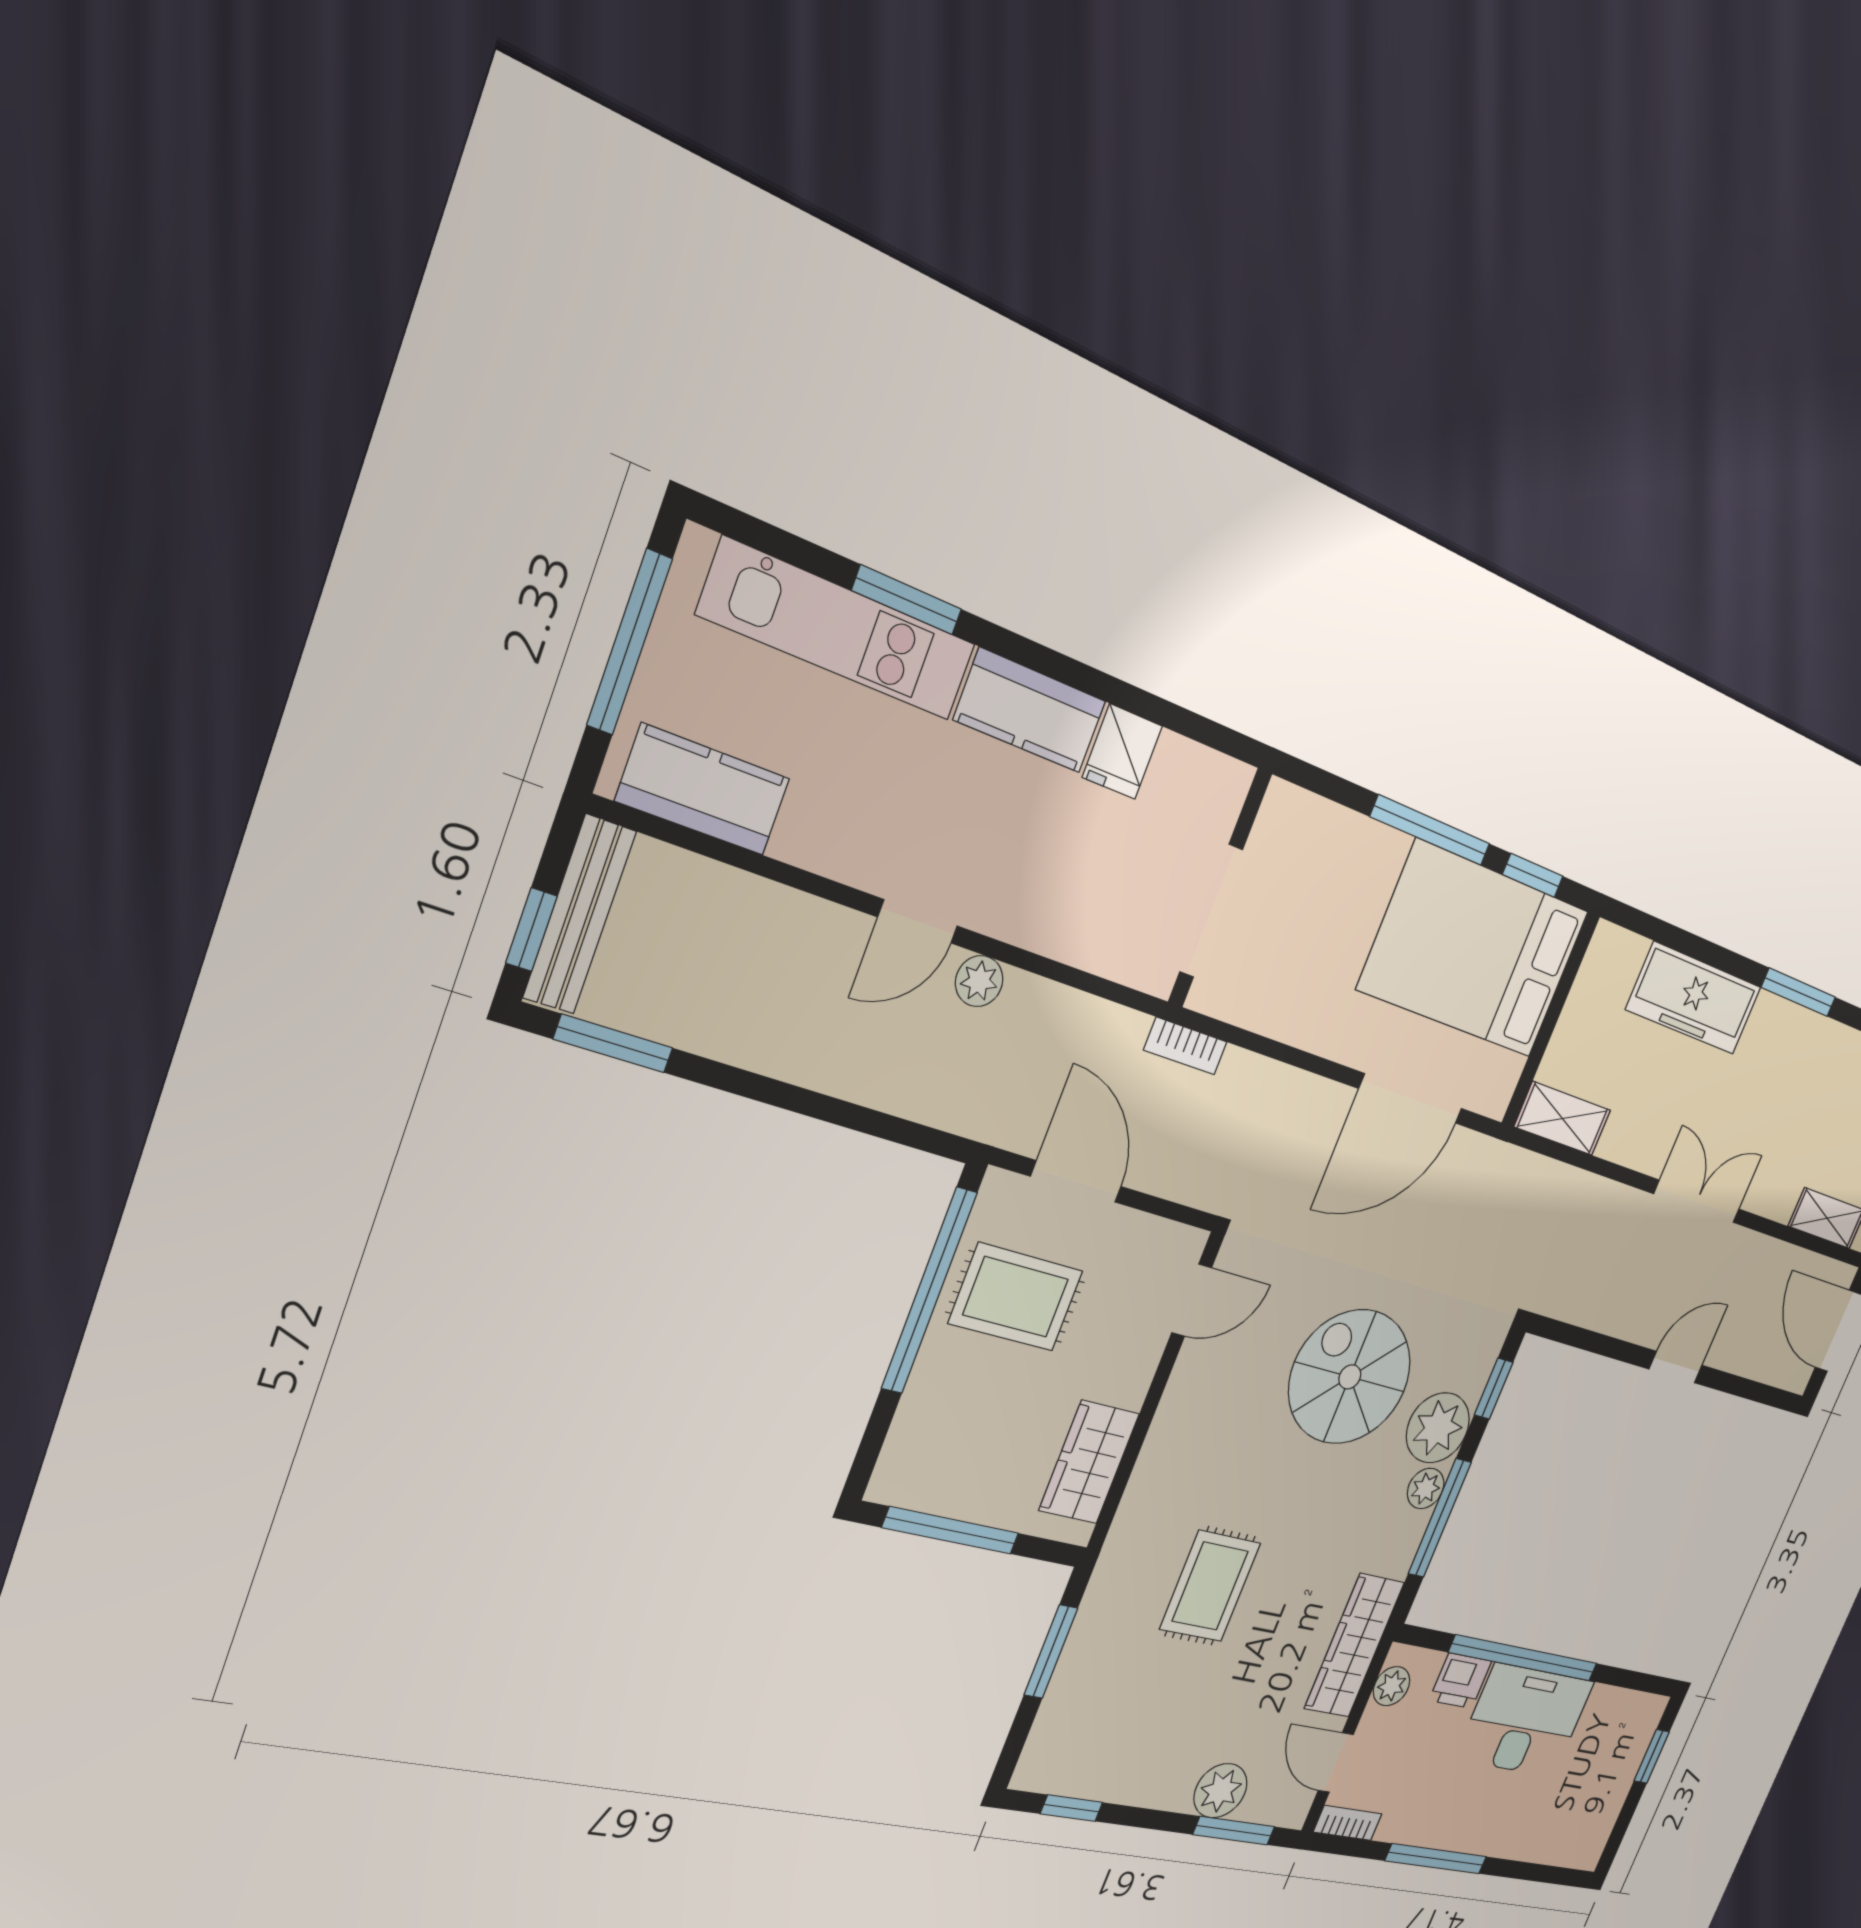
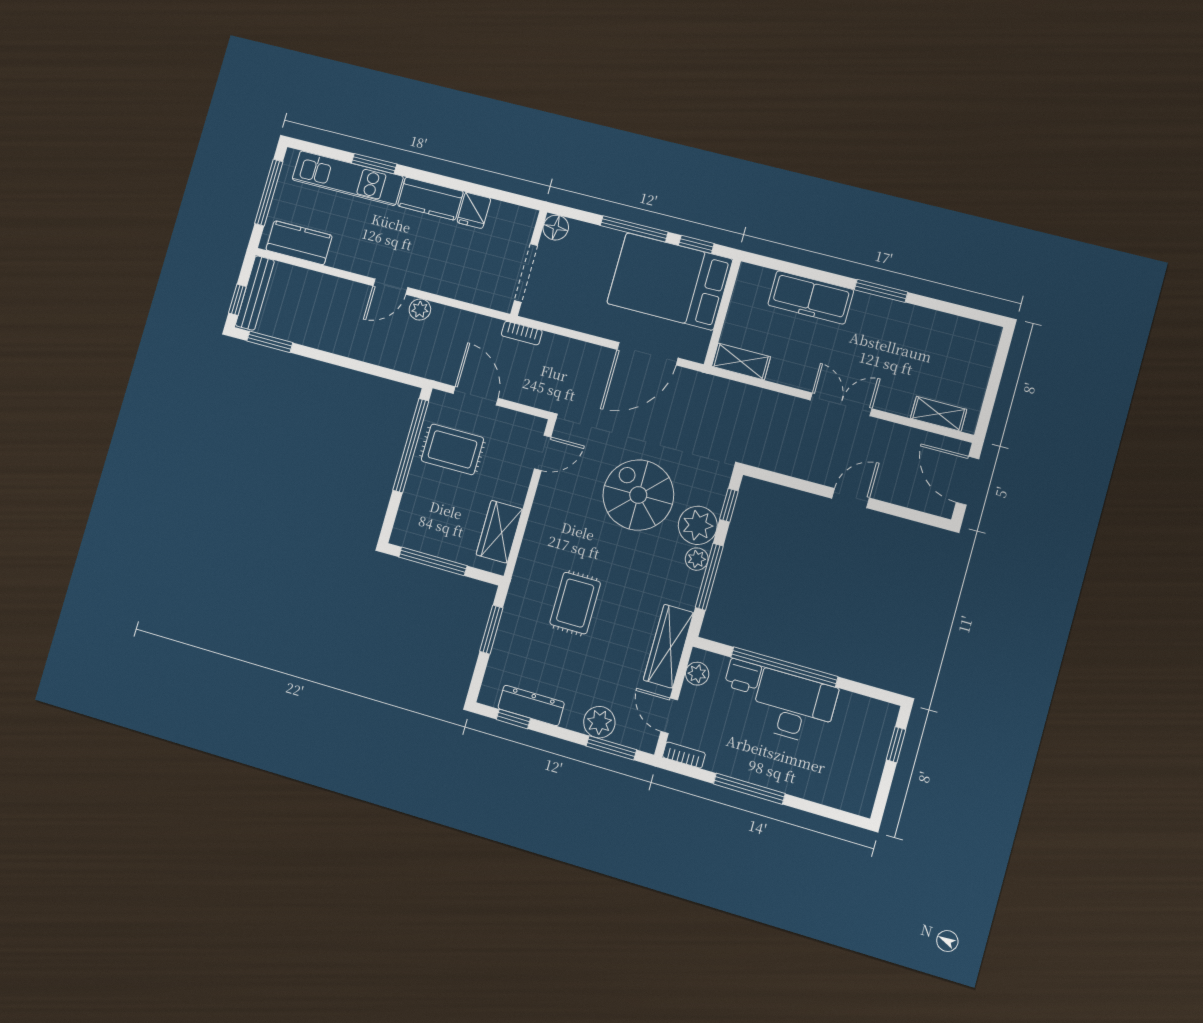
floor lamp: (1284, 812) -> (556, 228), added
dresser: (1107, 1780) -> (531, 705), added

